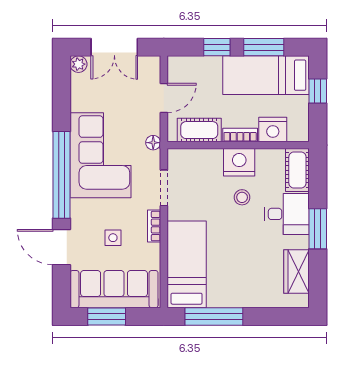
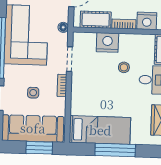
nightstand: (239, 162) -> (107, 42), moved
bed: (187, 264) -> (100, 130), moved, turned 90
window: (107, 316) -> (39, 148), moved
window: (214, 316) -> (115, 150), moved

